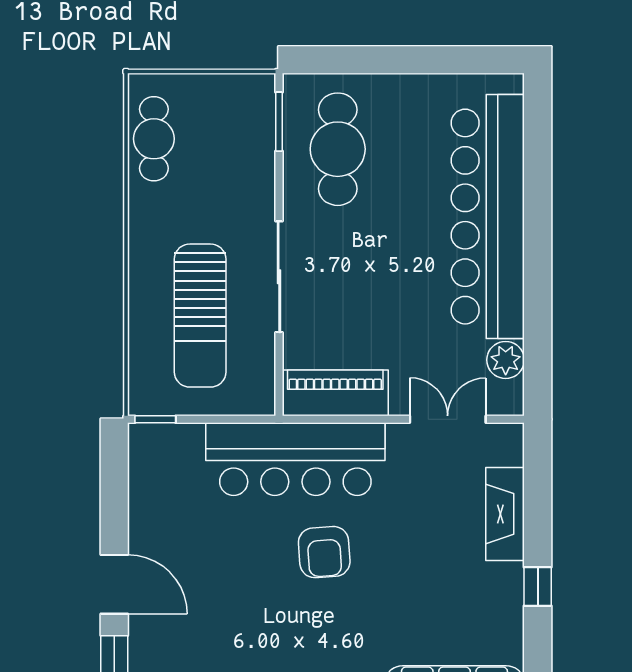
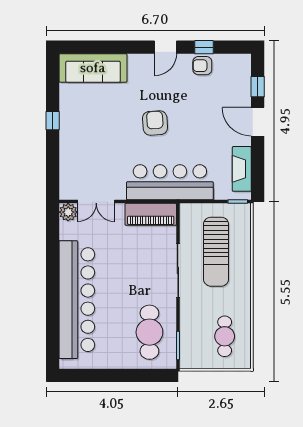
cafe table: (154, 139) -> (225, 336), moved
sun lounger: (200, 316) -> (216, 252), turned 180
plant: (506, 360) -> (68, 212), moved
fireplace: (505, 514) -> (242, 169), moved, turned 180
armchair: (324, 552) -> (155, 123), moved

